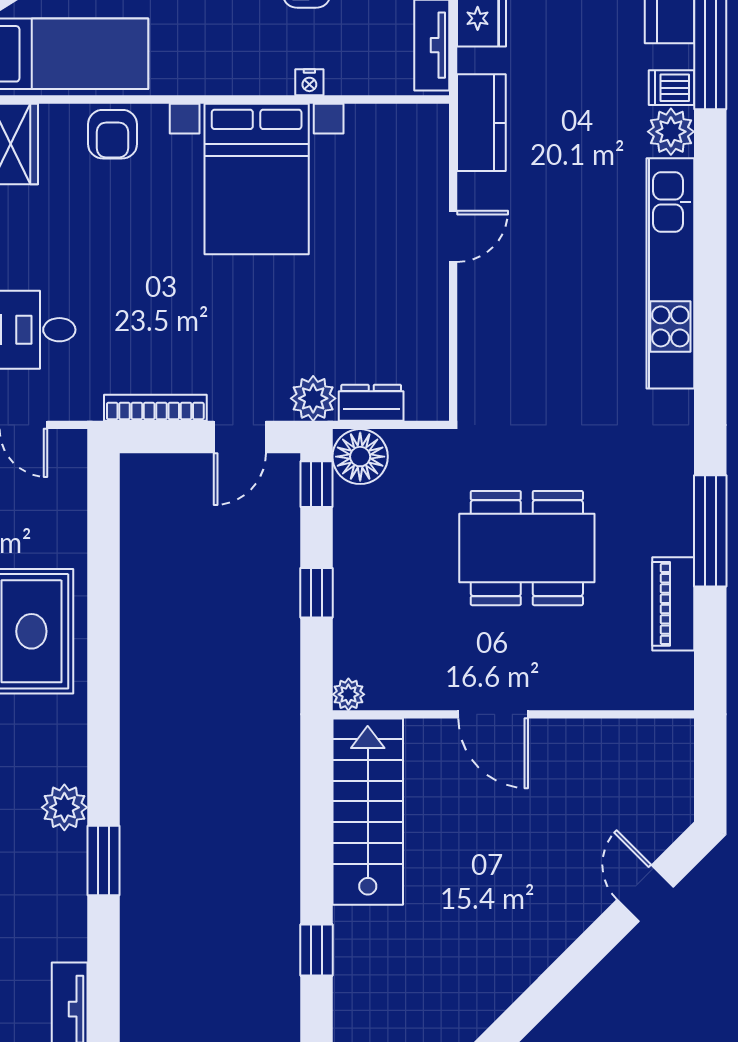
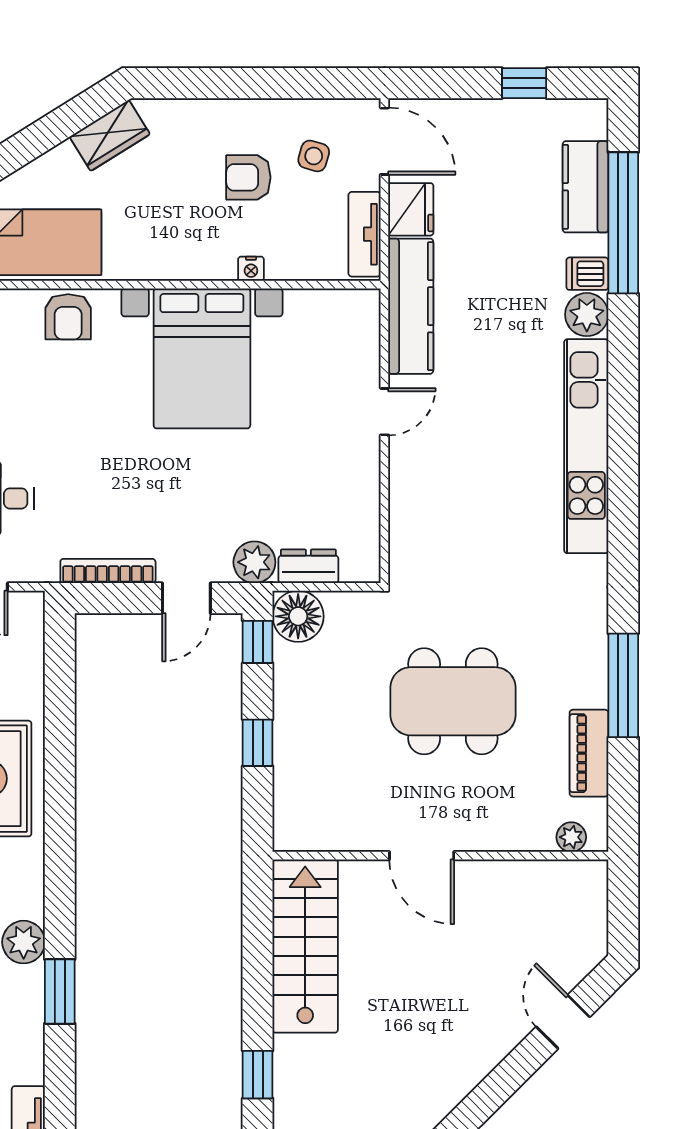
kitchen counter: (481, 123) -> (411, 306), width x1.50
plant: (348, 694) -> (571, 837), moved

